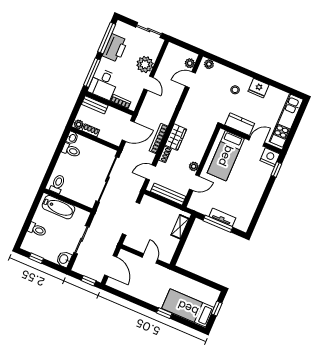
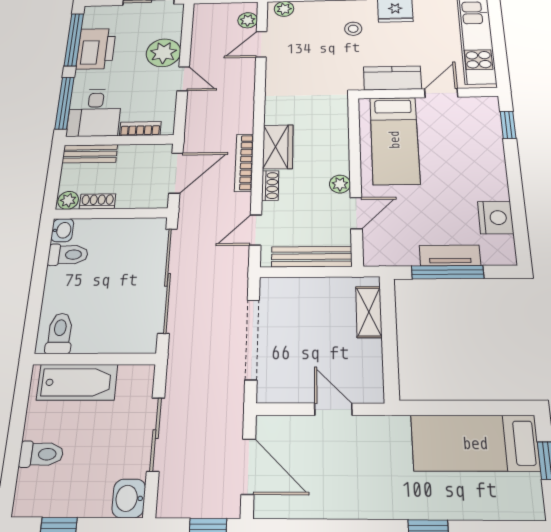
nightstand: (270, 157) -> (496, 218), moved, turned 90
bed: (188, 308) -> (475, 443), moved

